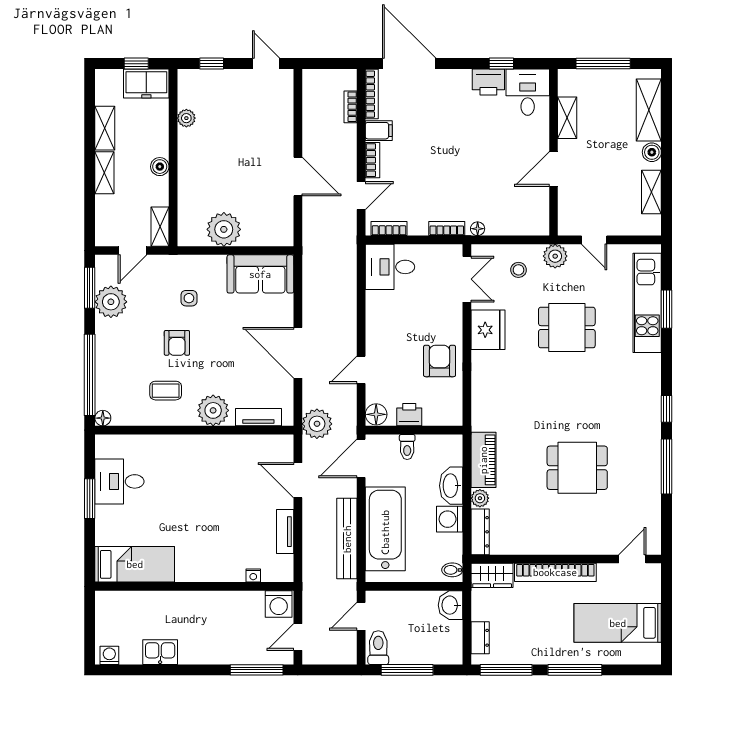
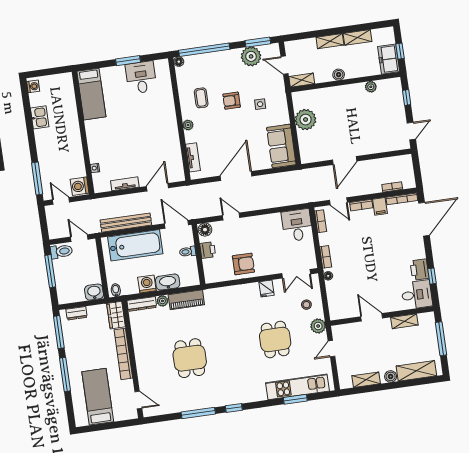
fridge: (488, 330) -> (266, 288), width x0.53, depth x0.75
plant: (213, 410) -> (188, 125), width x0.53, depth x0.53
plant: (317, 424) -> (194, 194), removed

